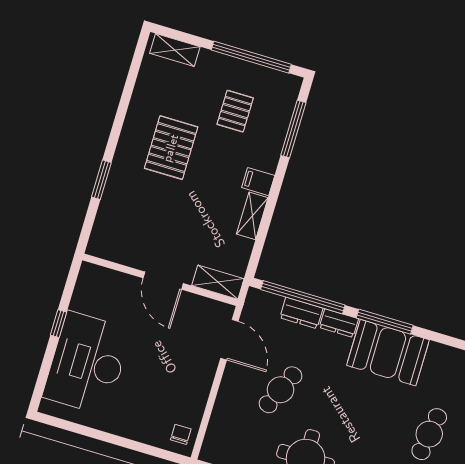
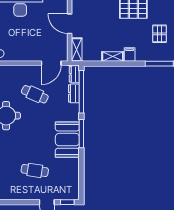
pallet: (235, 111) -> (160, 34), turned 90
door: (163, 281) -> (70, 24), hinge flipped
dresser: (339, 323) -> (74, 74), moved

